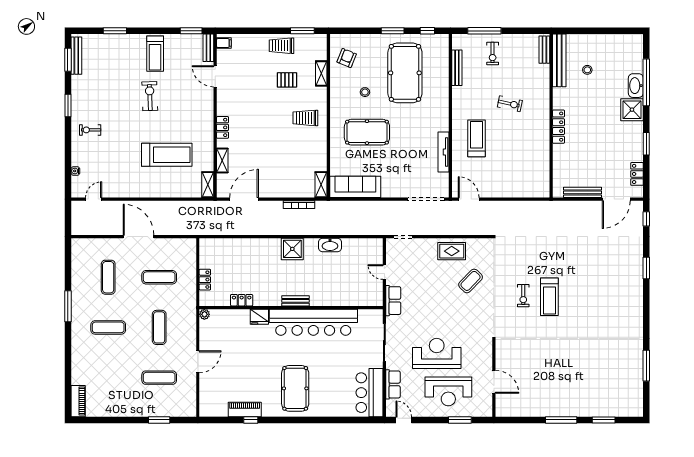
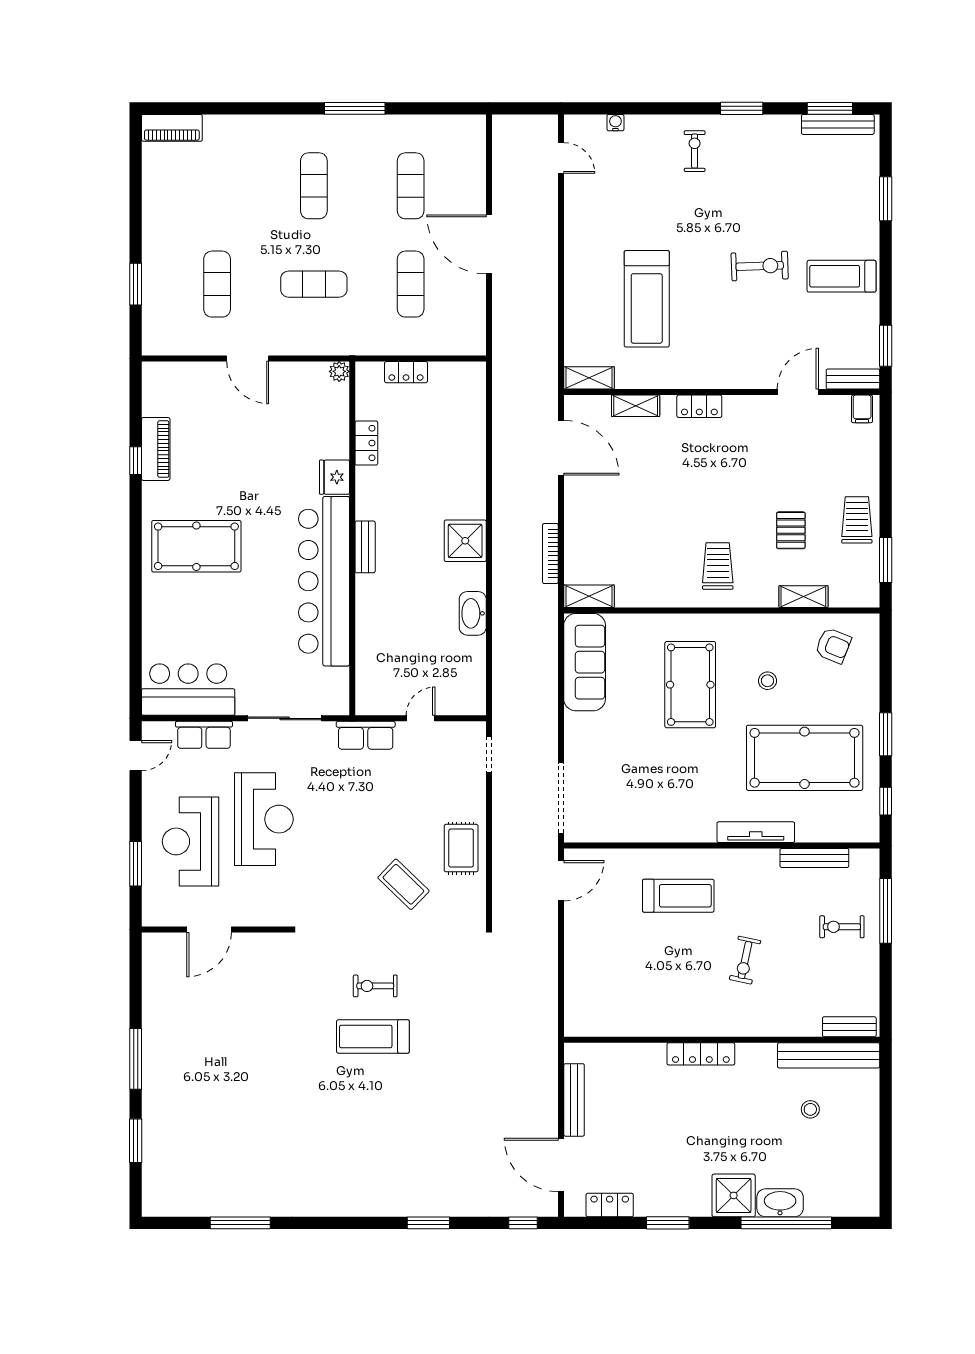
tv unit: (443, 152) -> (756, 832), moved
door: (139, 237) -> (489, 244), swing flipped
exercise mat: (108, 277) -> (411, 186), turned 90

